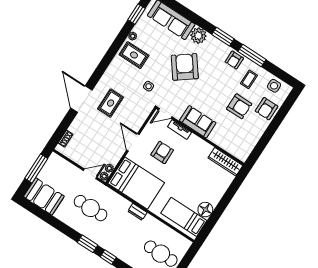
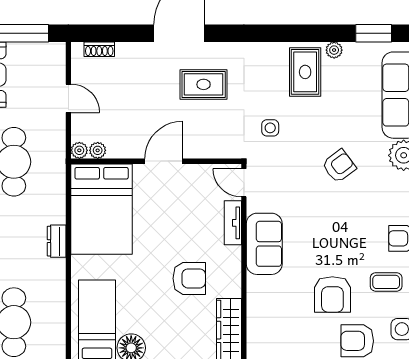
armchair: (185, 67) -> (339, 166), width x0.53, depth x0.53
armchair: (162, 152) -> (189, 278), moved
door: (90, 174) -> (68, 98), moved

